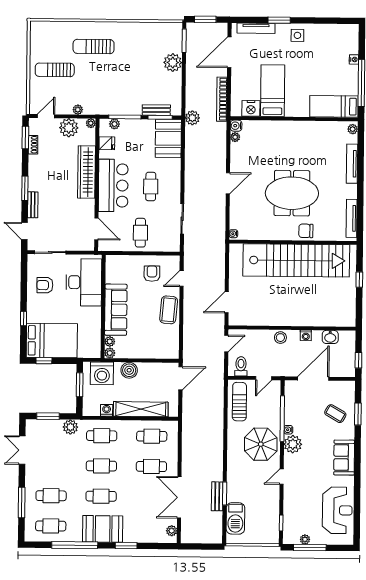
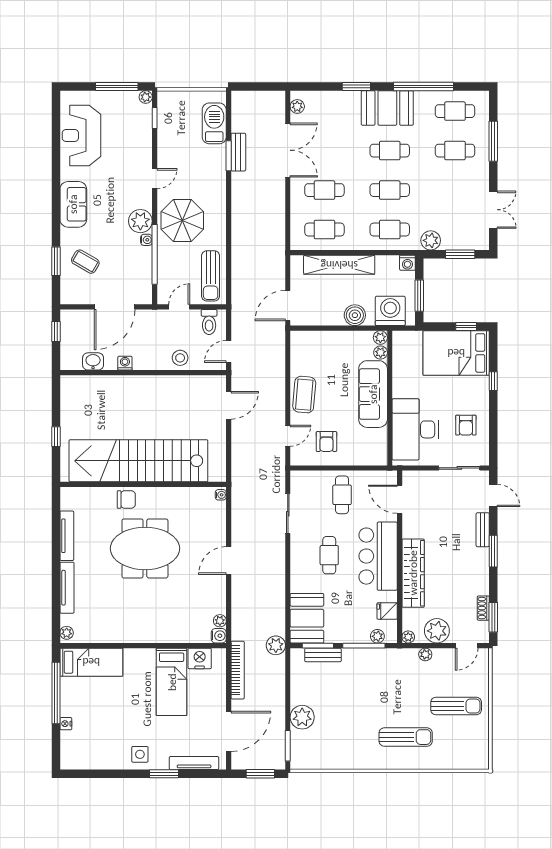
tv unit: (352, 218) -> (67, 536), moved
armchair: (45, 285) -> (466, 425), turned 90
stool: (280, 338) -> (180, 358), moved
washing machine: (107, 410) -> (407, 263), moved
plant: (305, 539) -> (146, 97), moved

